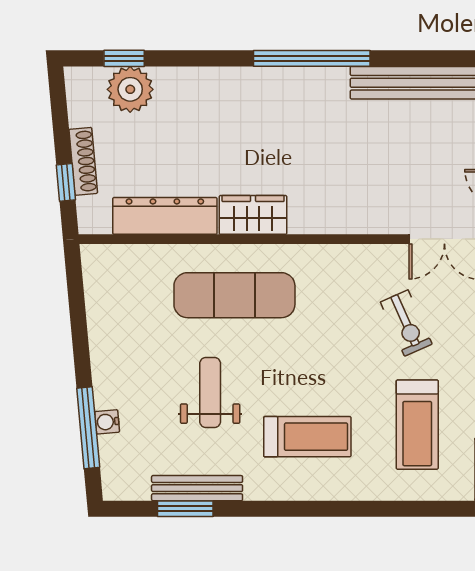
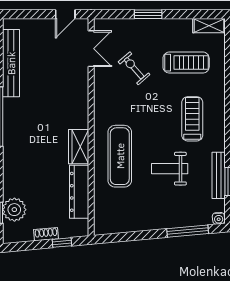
shoe rack: (83, 161) -> (46, 234), width x0.70
exercise bike: (406, 323) -> (134, 68), turned -107
water cooler: (107, 422) -> (219, 218), moved

